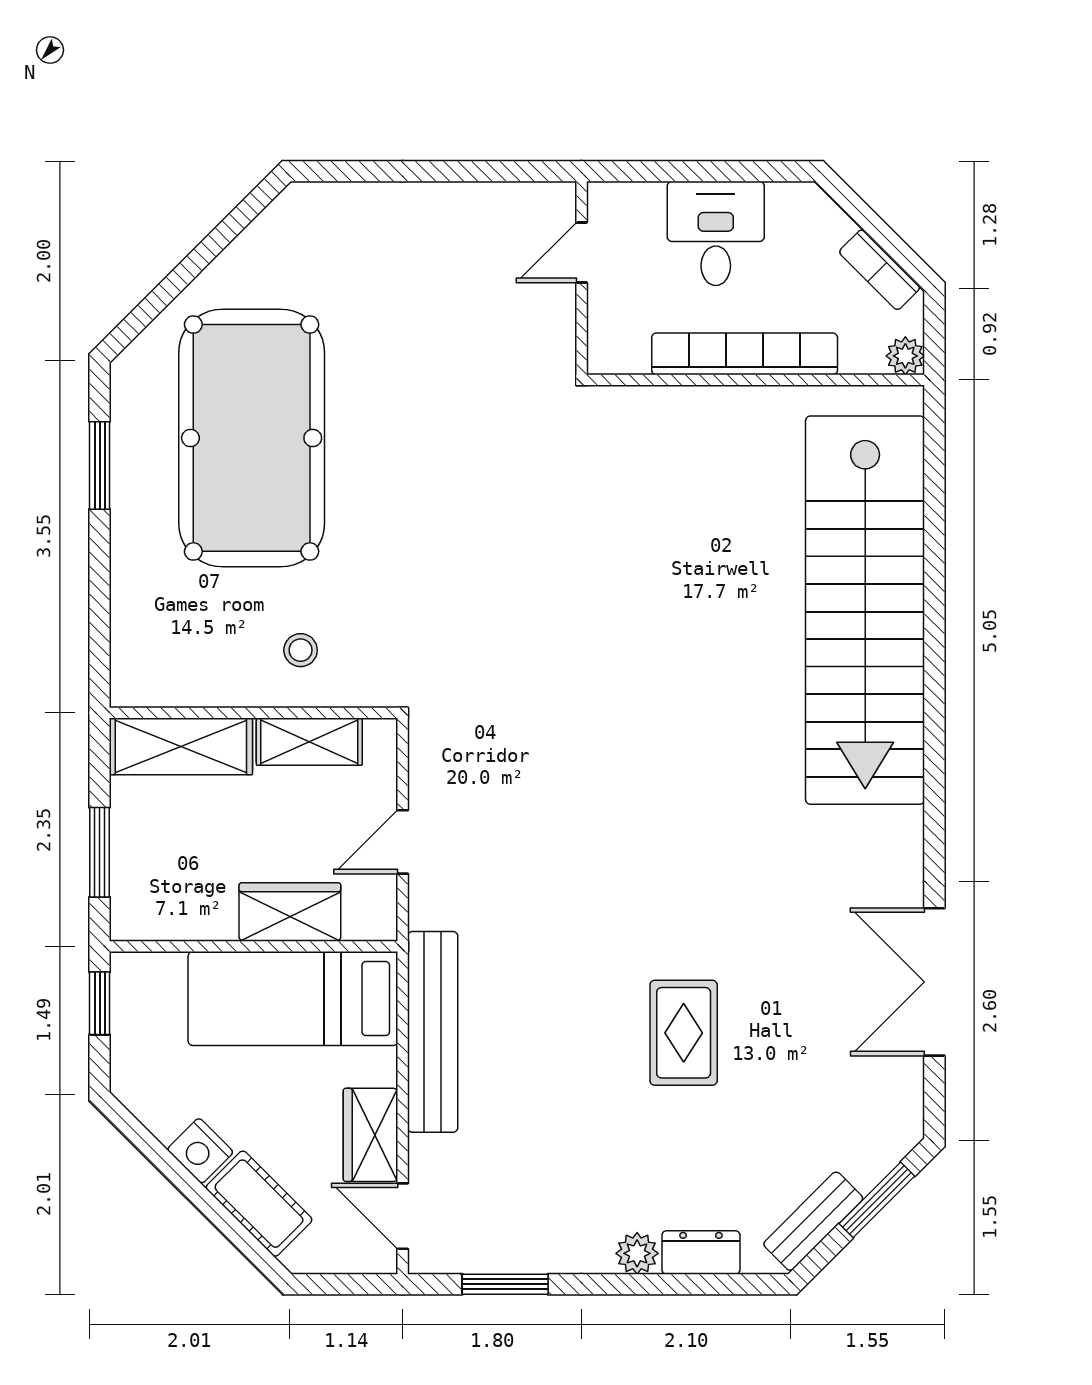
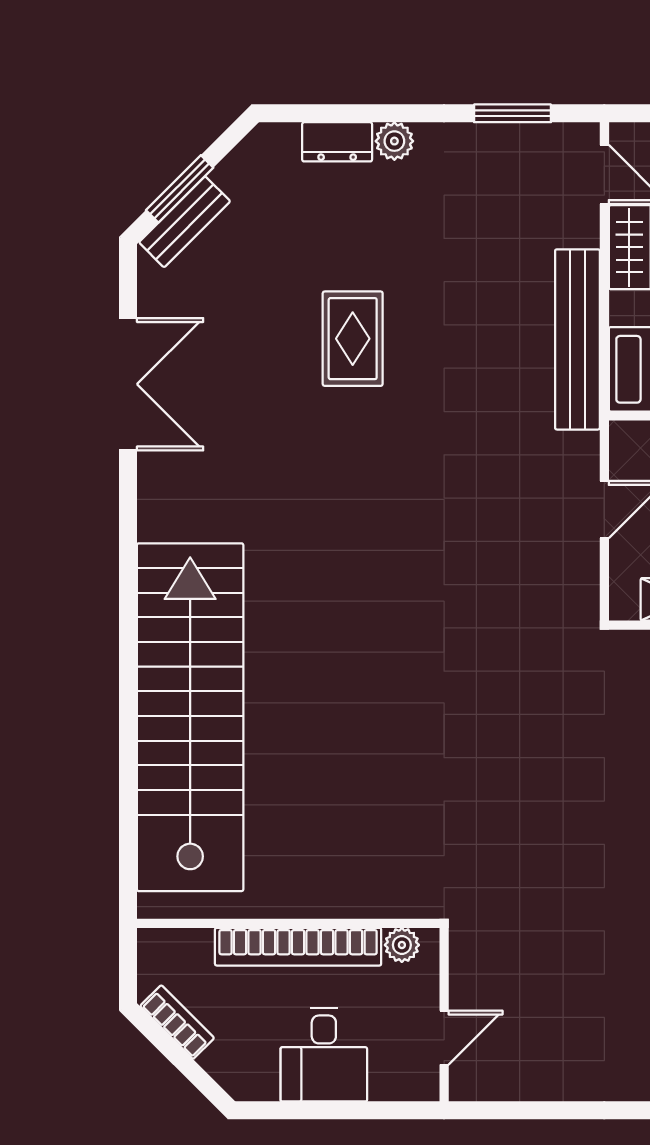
plant: (905, 356) -> (402, 945), moved
bench: (813, 1221) -> (185, 222), moved

